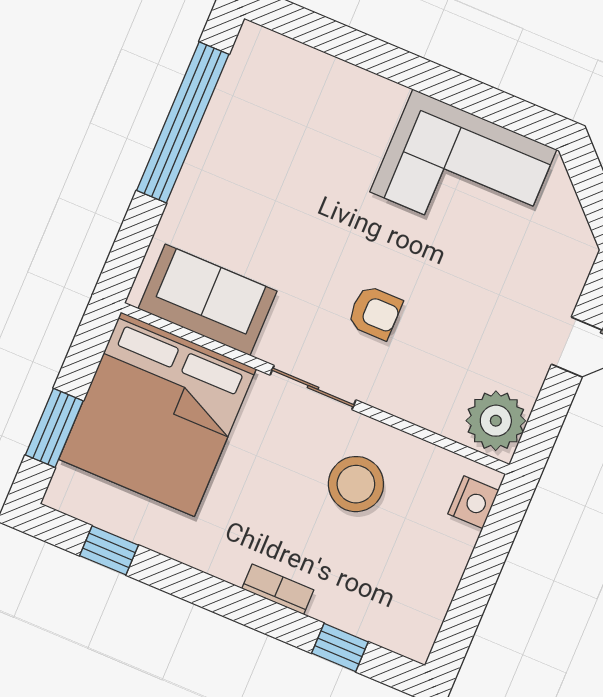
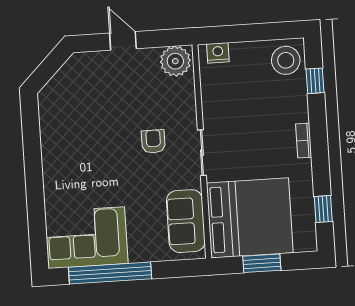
corner sofa: (463, 171) -> (86, 238), moved, turned -90
window: (54, 428) -> (262, 263), moved
stool: (356, 484) -> (286, 60), moved
bookcase: (278, 589) -> (304, 141), moved

